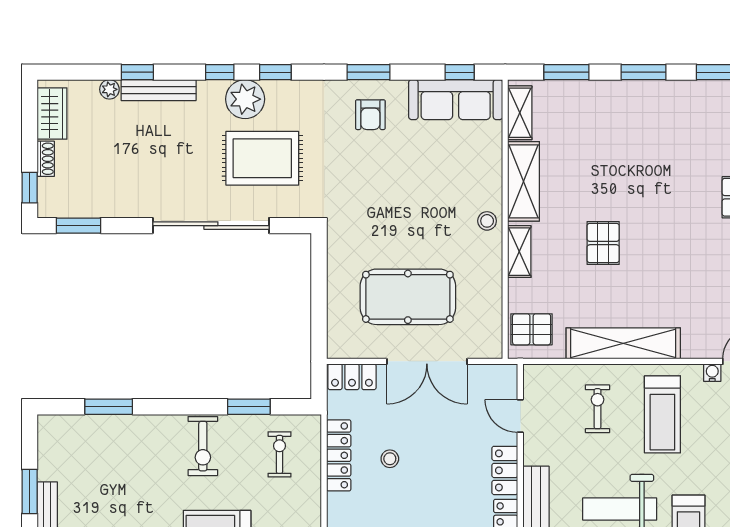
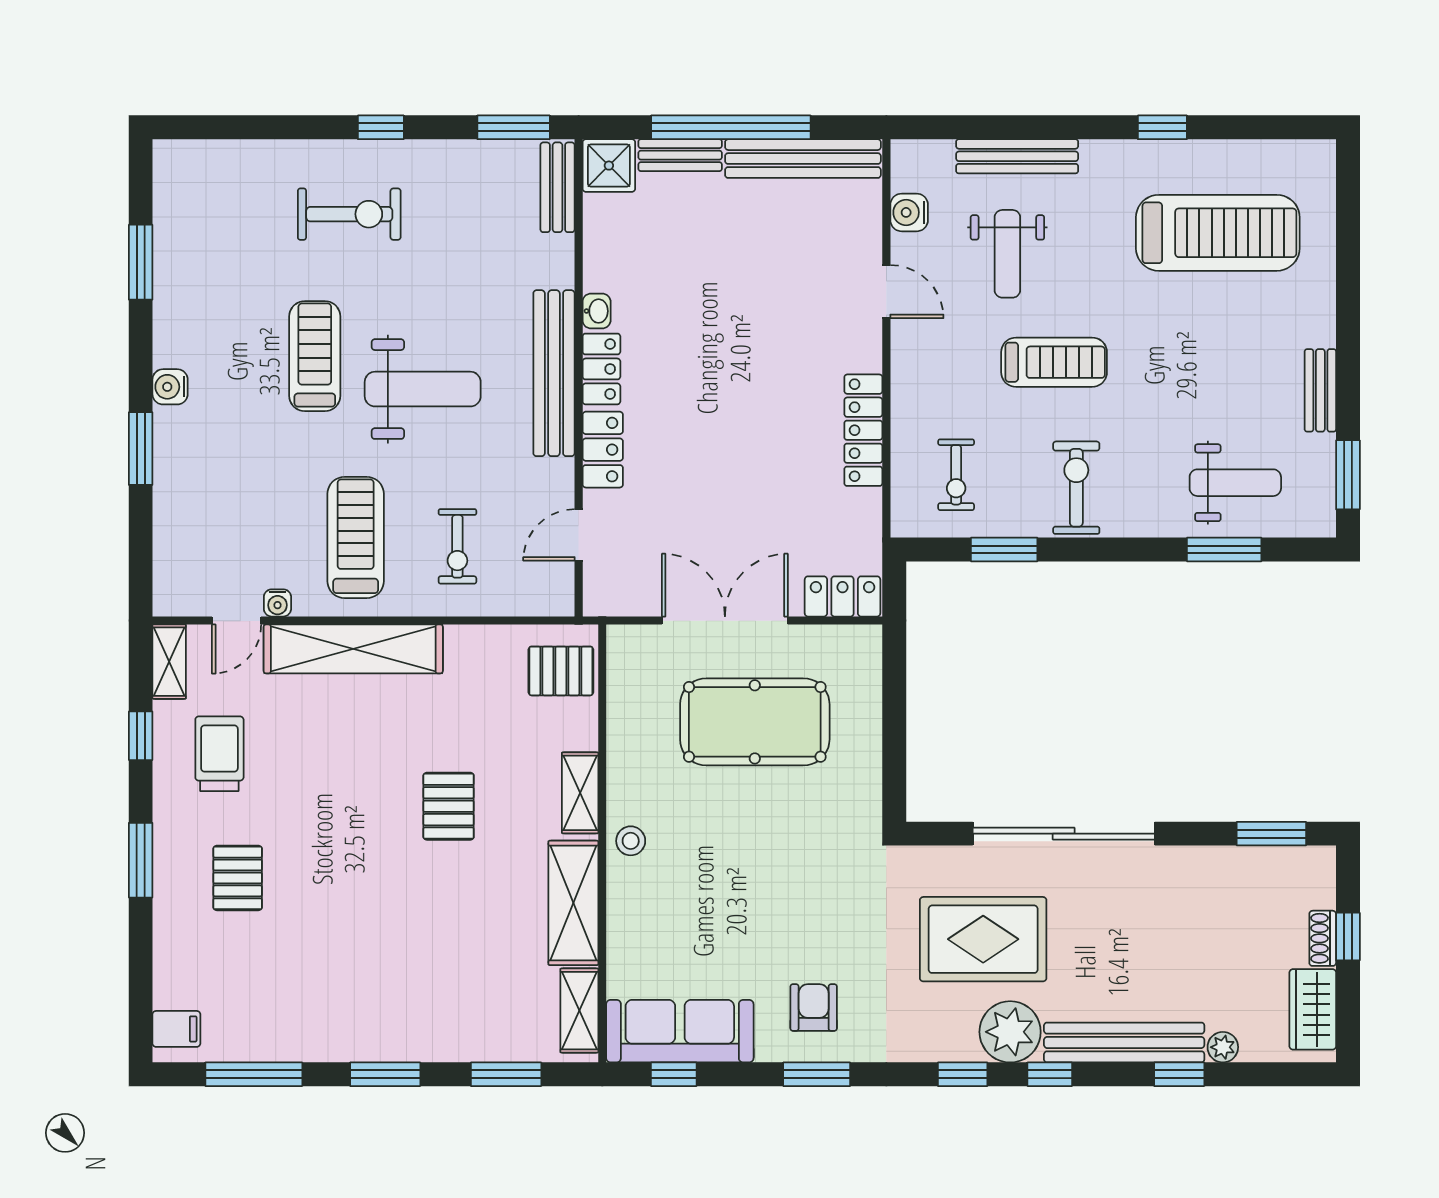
bench: (159, 90) -> (1124, 1042), width x1.37, depth x1.21
window: (30, 188) -> (1348, 937), moved
shelving: (623, 343) -> (353, 649), moved
door: (520, 416) -> (579, 535), swing flipped
weight bench: (101, 449) -> (1235, 483), added
locker: (339, 455) -> (863, 430), moved
stool: (390, 459) -> (783, 468), removed
window: (30, 491) -> (1348, 475), moved

